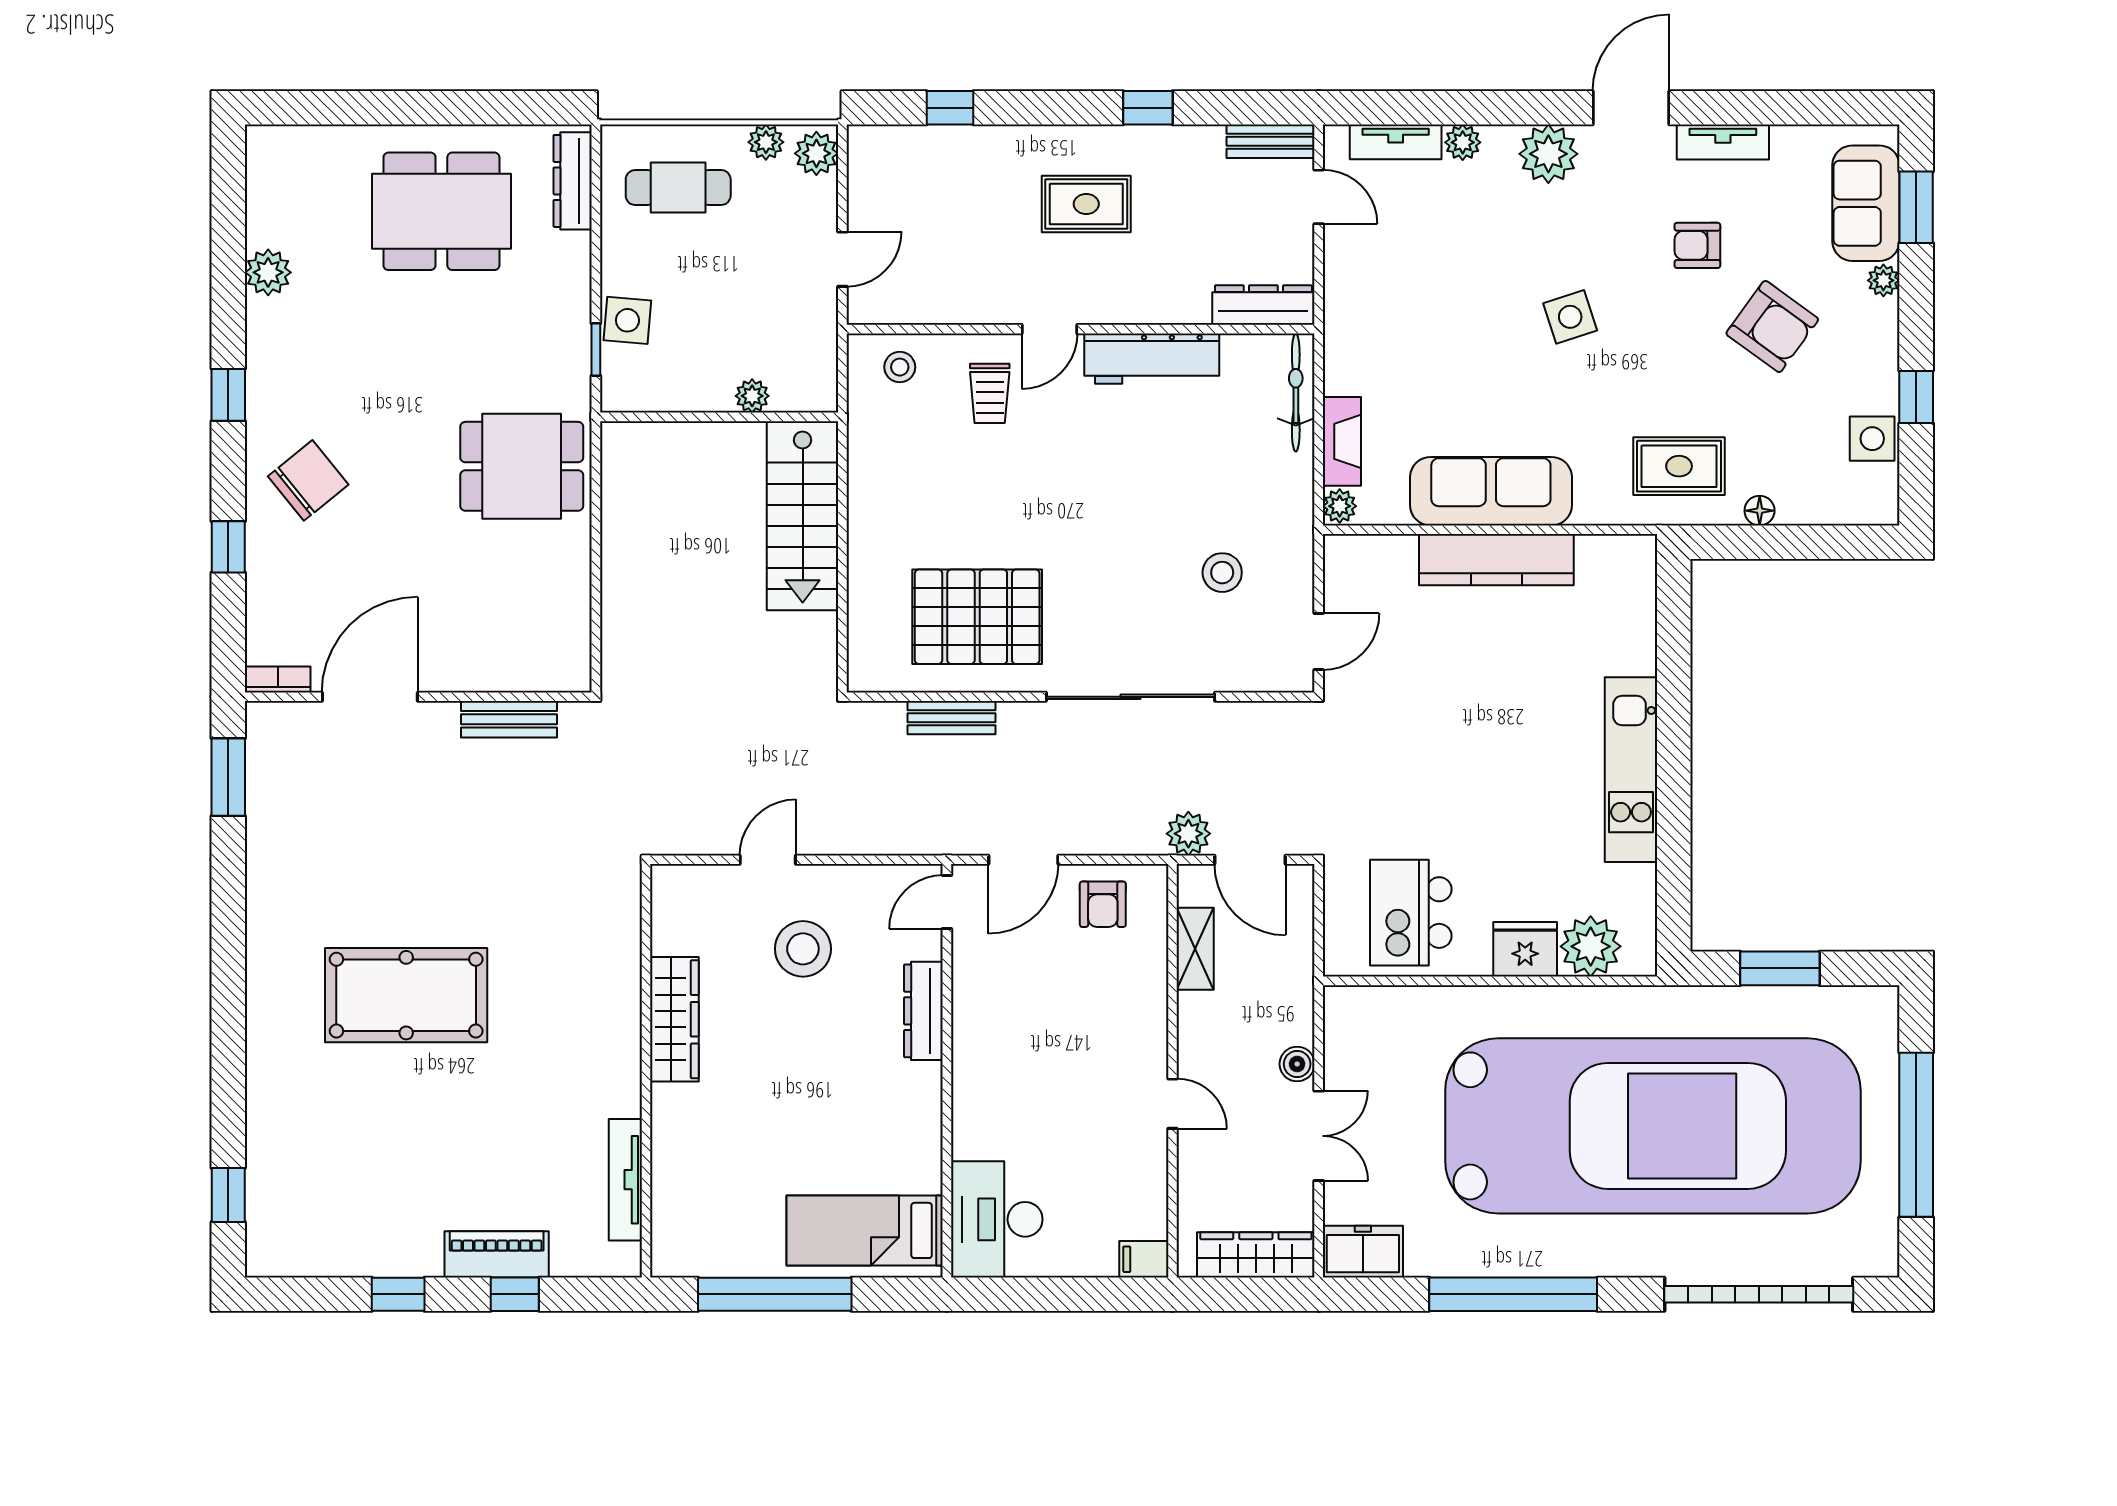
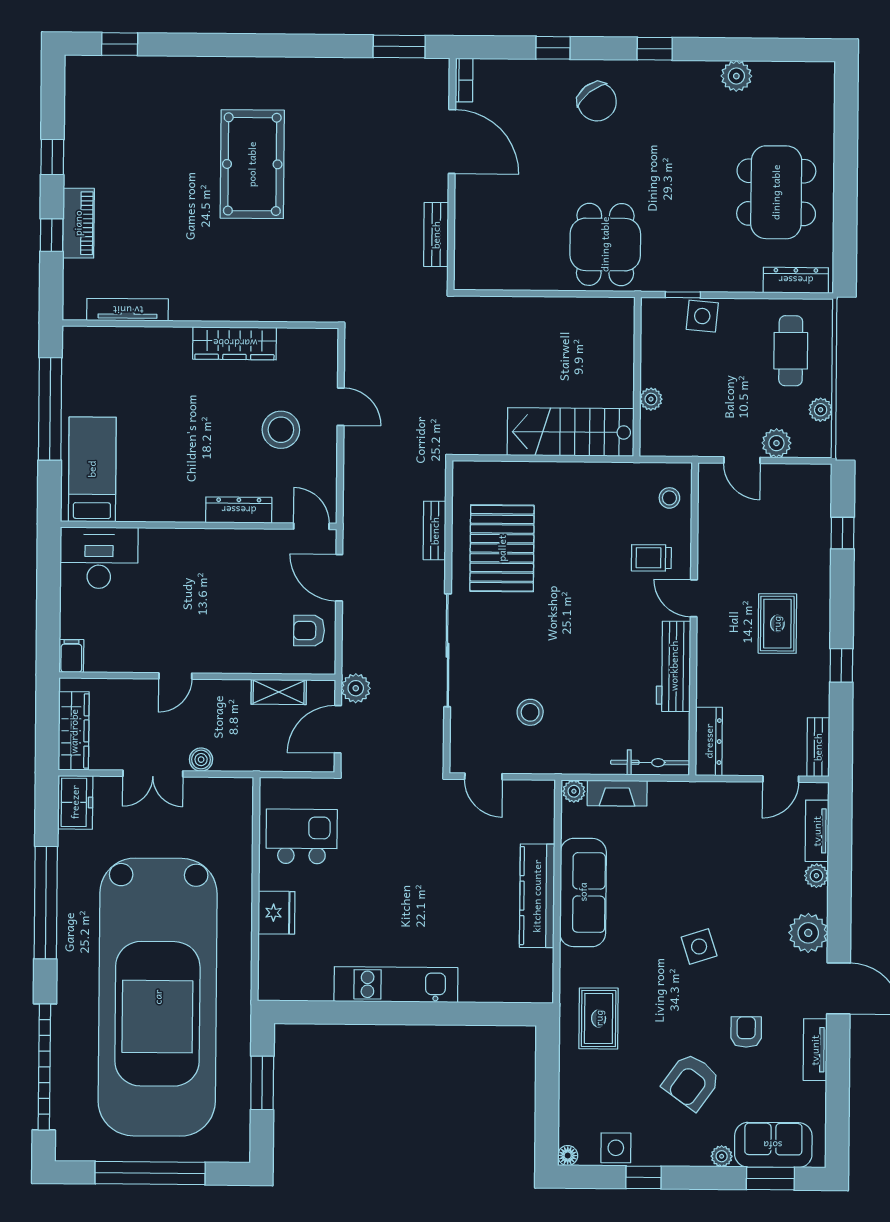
plant: (816, 153) -> (776, 443), moved
floor lamp: (1760, 511) -> (568, 1156), moved
plant: (1591, 946) -> (278, 957), removed

